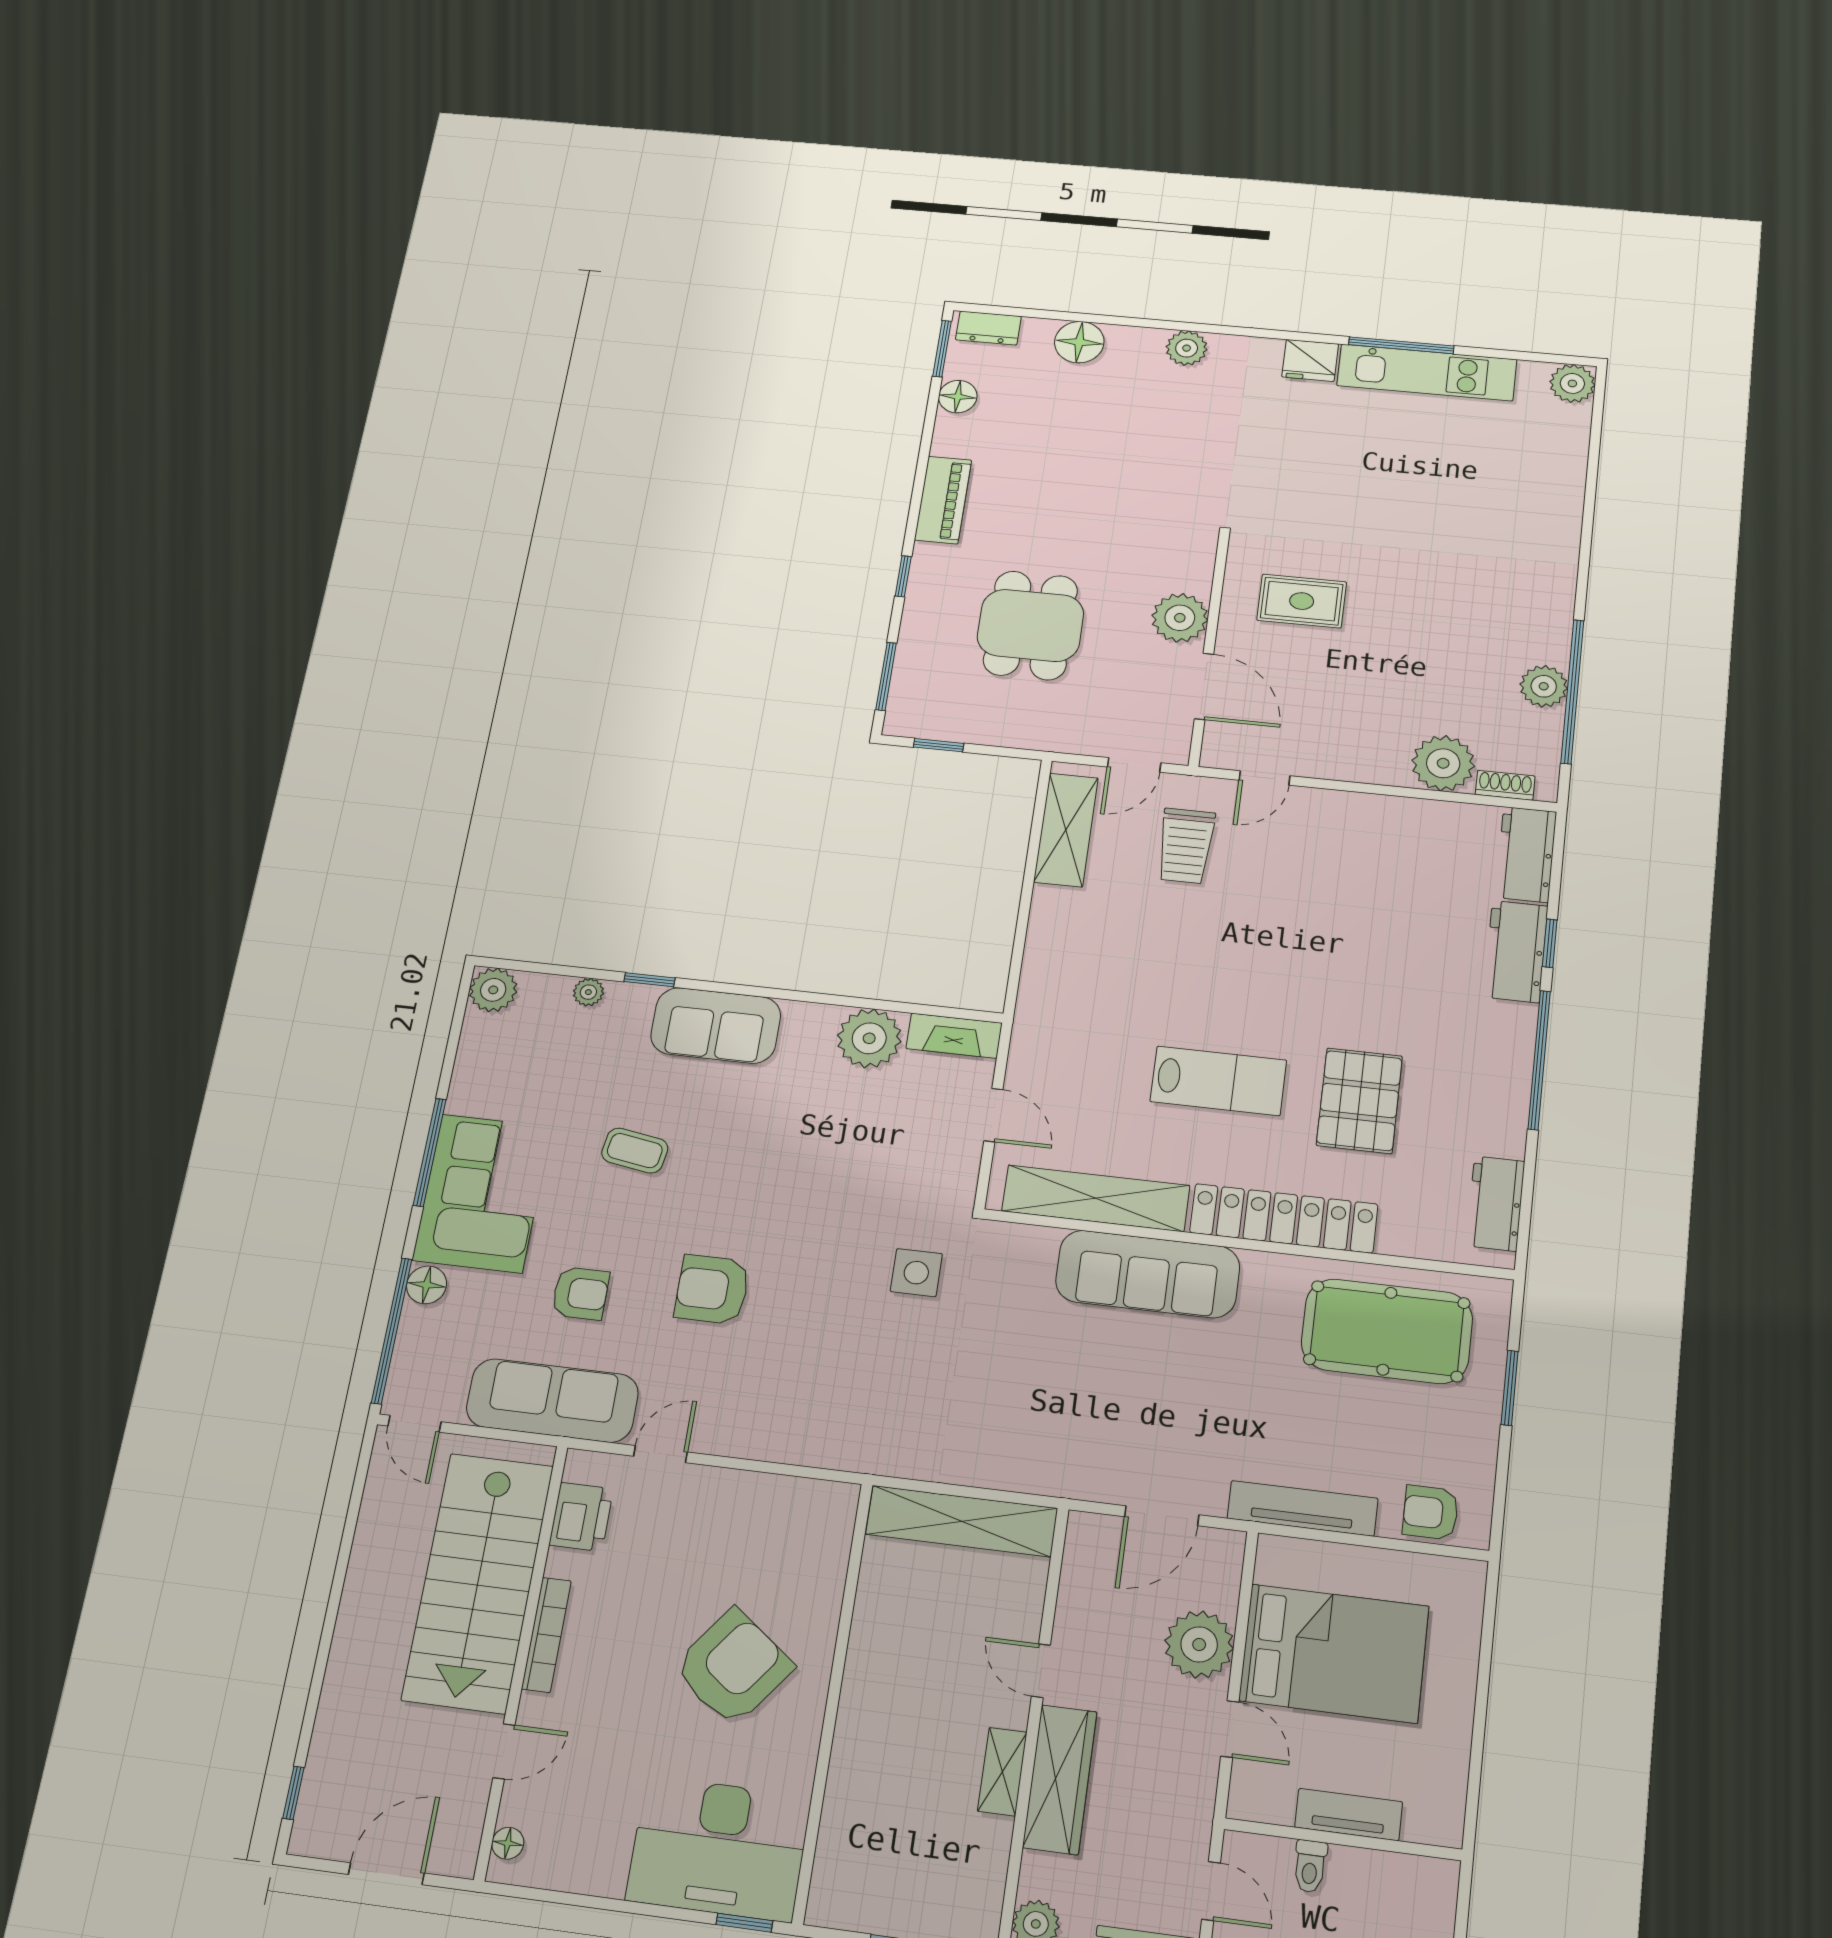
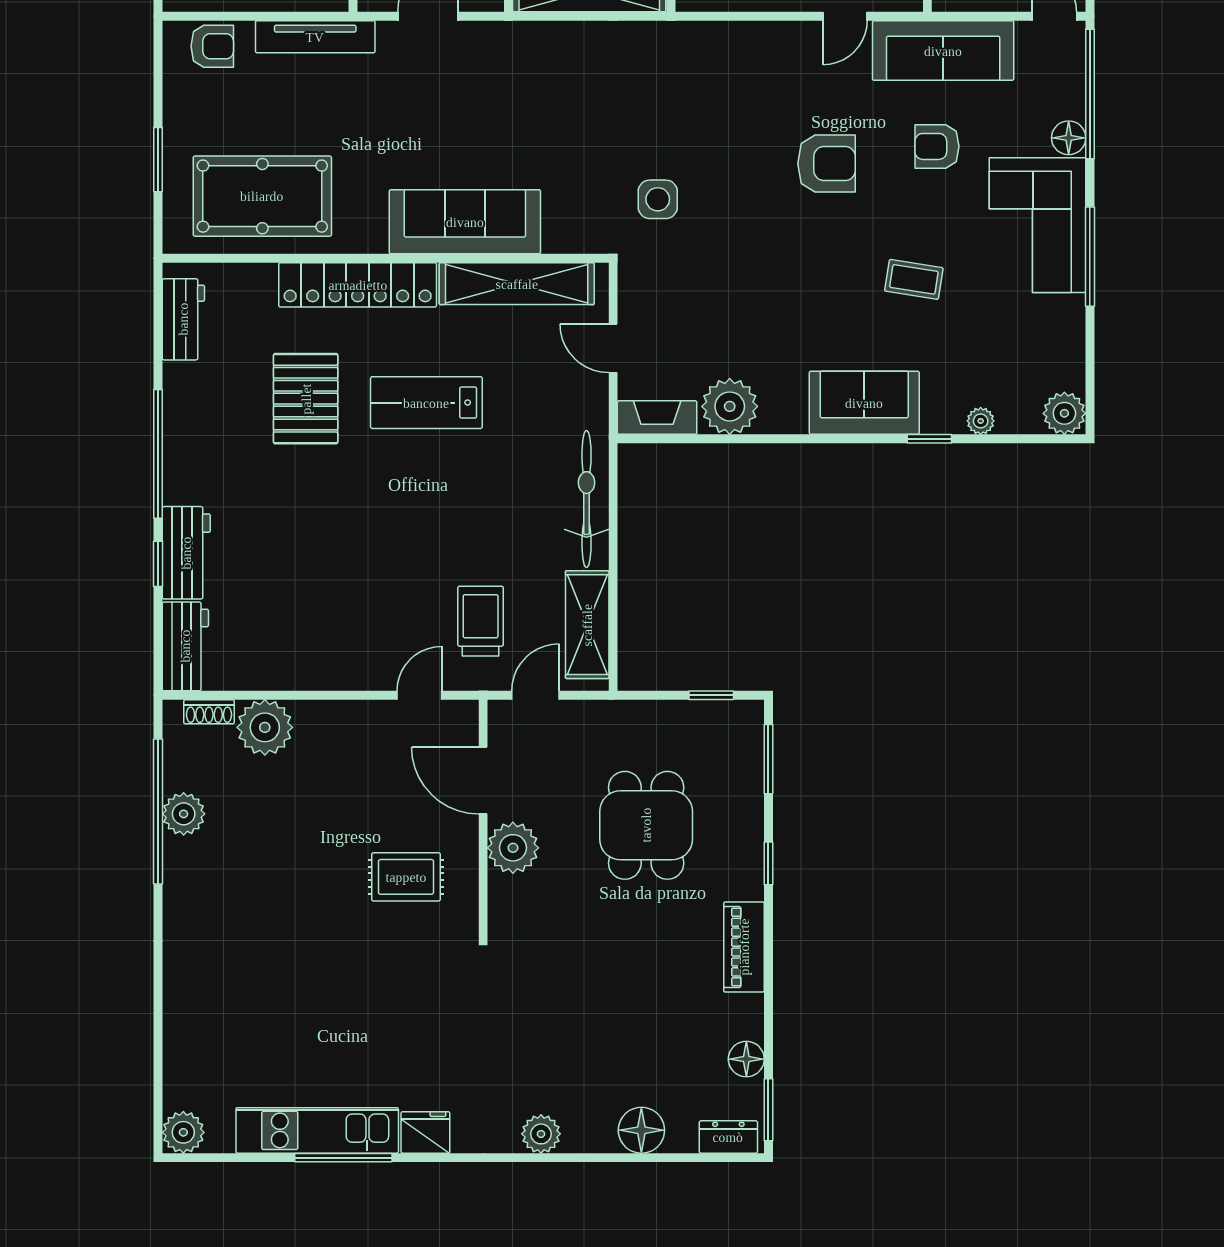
bicycle: (1048, 959) -> (587, 499), added

